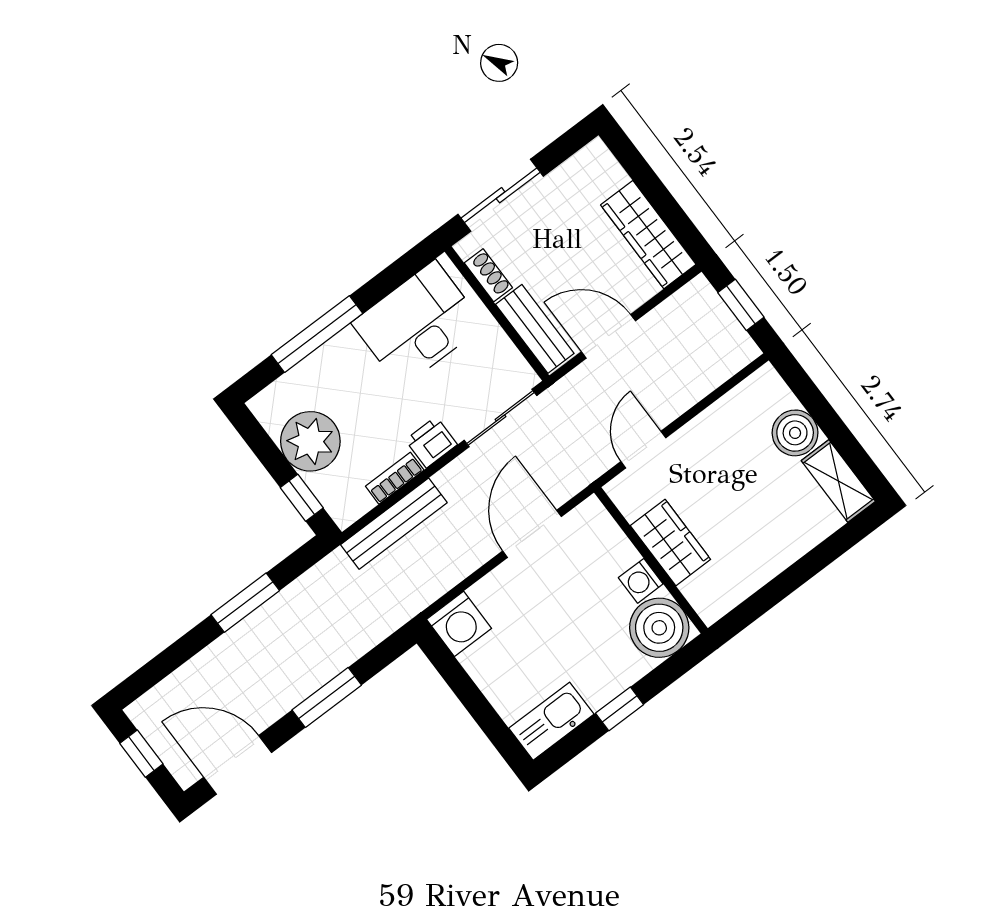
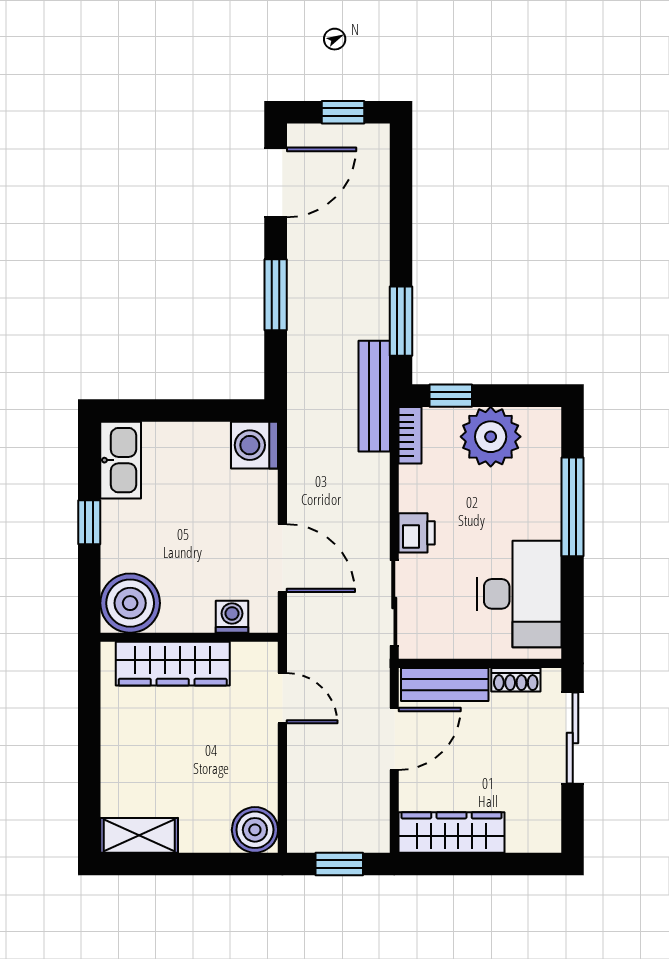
boiler: (795, 433) -> (255, 830), moved
bookcase: (395, 478) -> (410, 435), moved
bench: (394, 524) -> (374, 396), moved
wardrobe: (670, 542) -> (173, 664), width x1.50
washing machine: (641, 581) -> (232, 617), moved
window: (245, 603) -> (401, 321), moved

